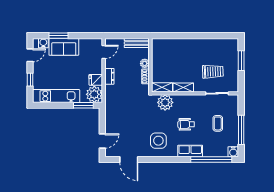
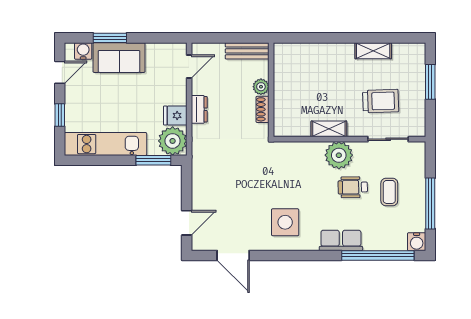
shelving: (162, 87) -> (373, 51), moved
plant: (165, 102) -> (339, 155), moved
wheelchair: (186, 124) -> (353, 187), moved

